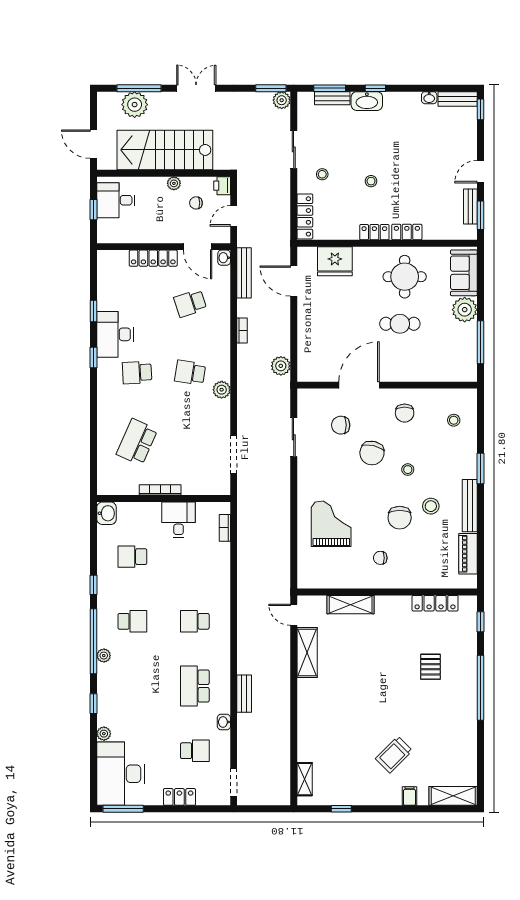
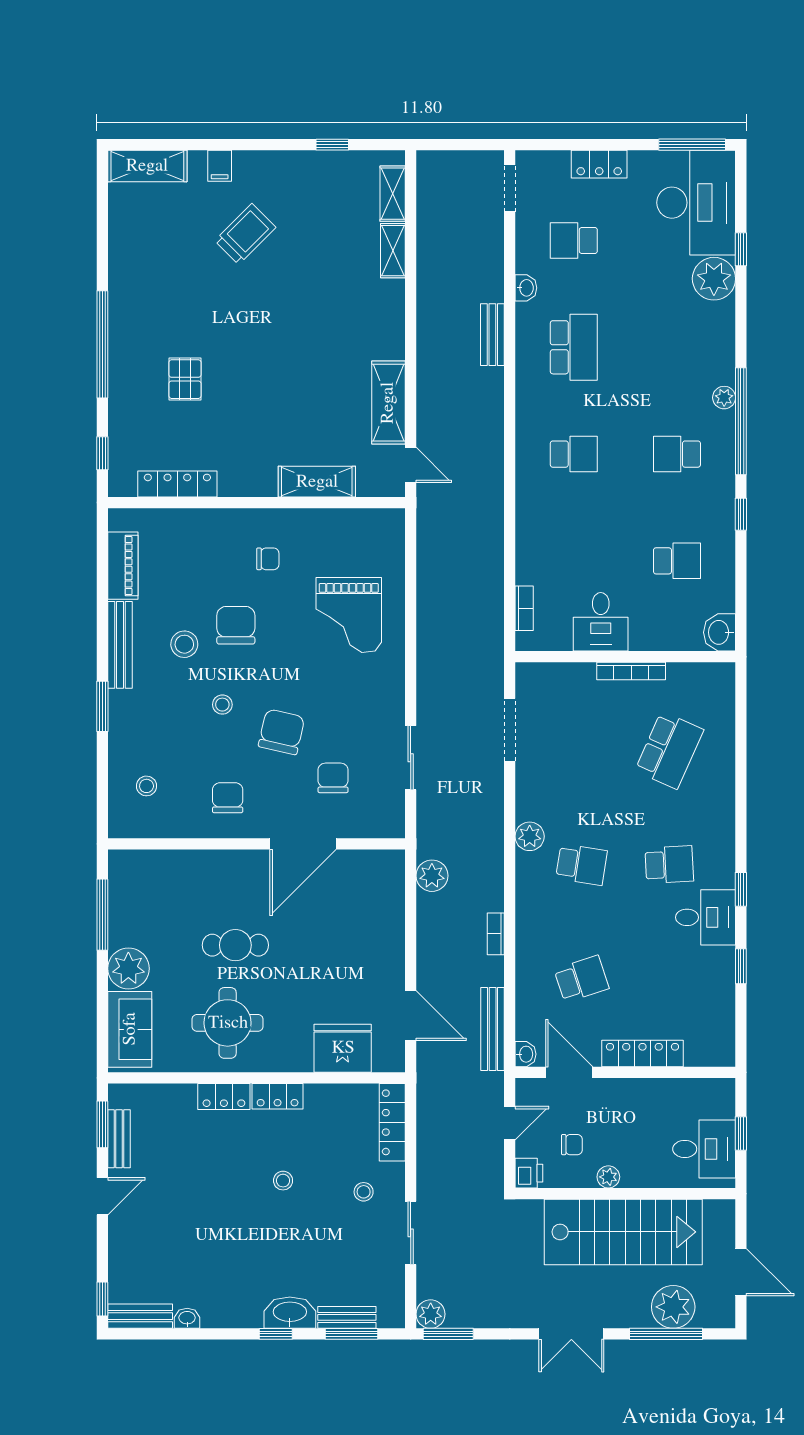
door: (94, 144) -> (741, 1272), moved
desk: (115, 334) -> (706, 917), width x0.73
chair: (341, 425) -> (333, 778), turned -90
window: (94, 704) -> (741, 249), moved
plant: (104, 734) -> (714, 279), width x1.88, depth x1.88
shelving: (304, 745) -> (393, 251), added

